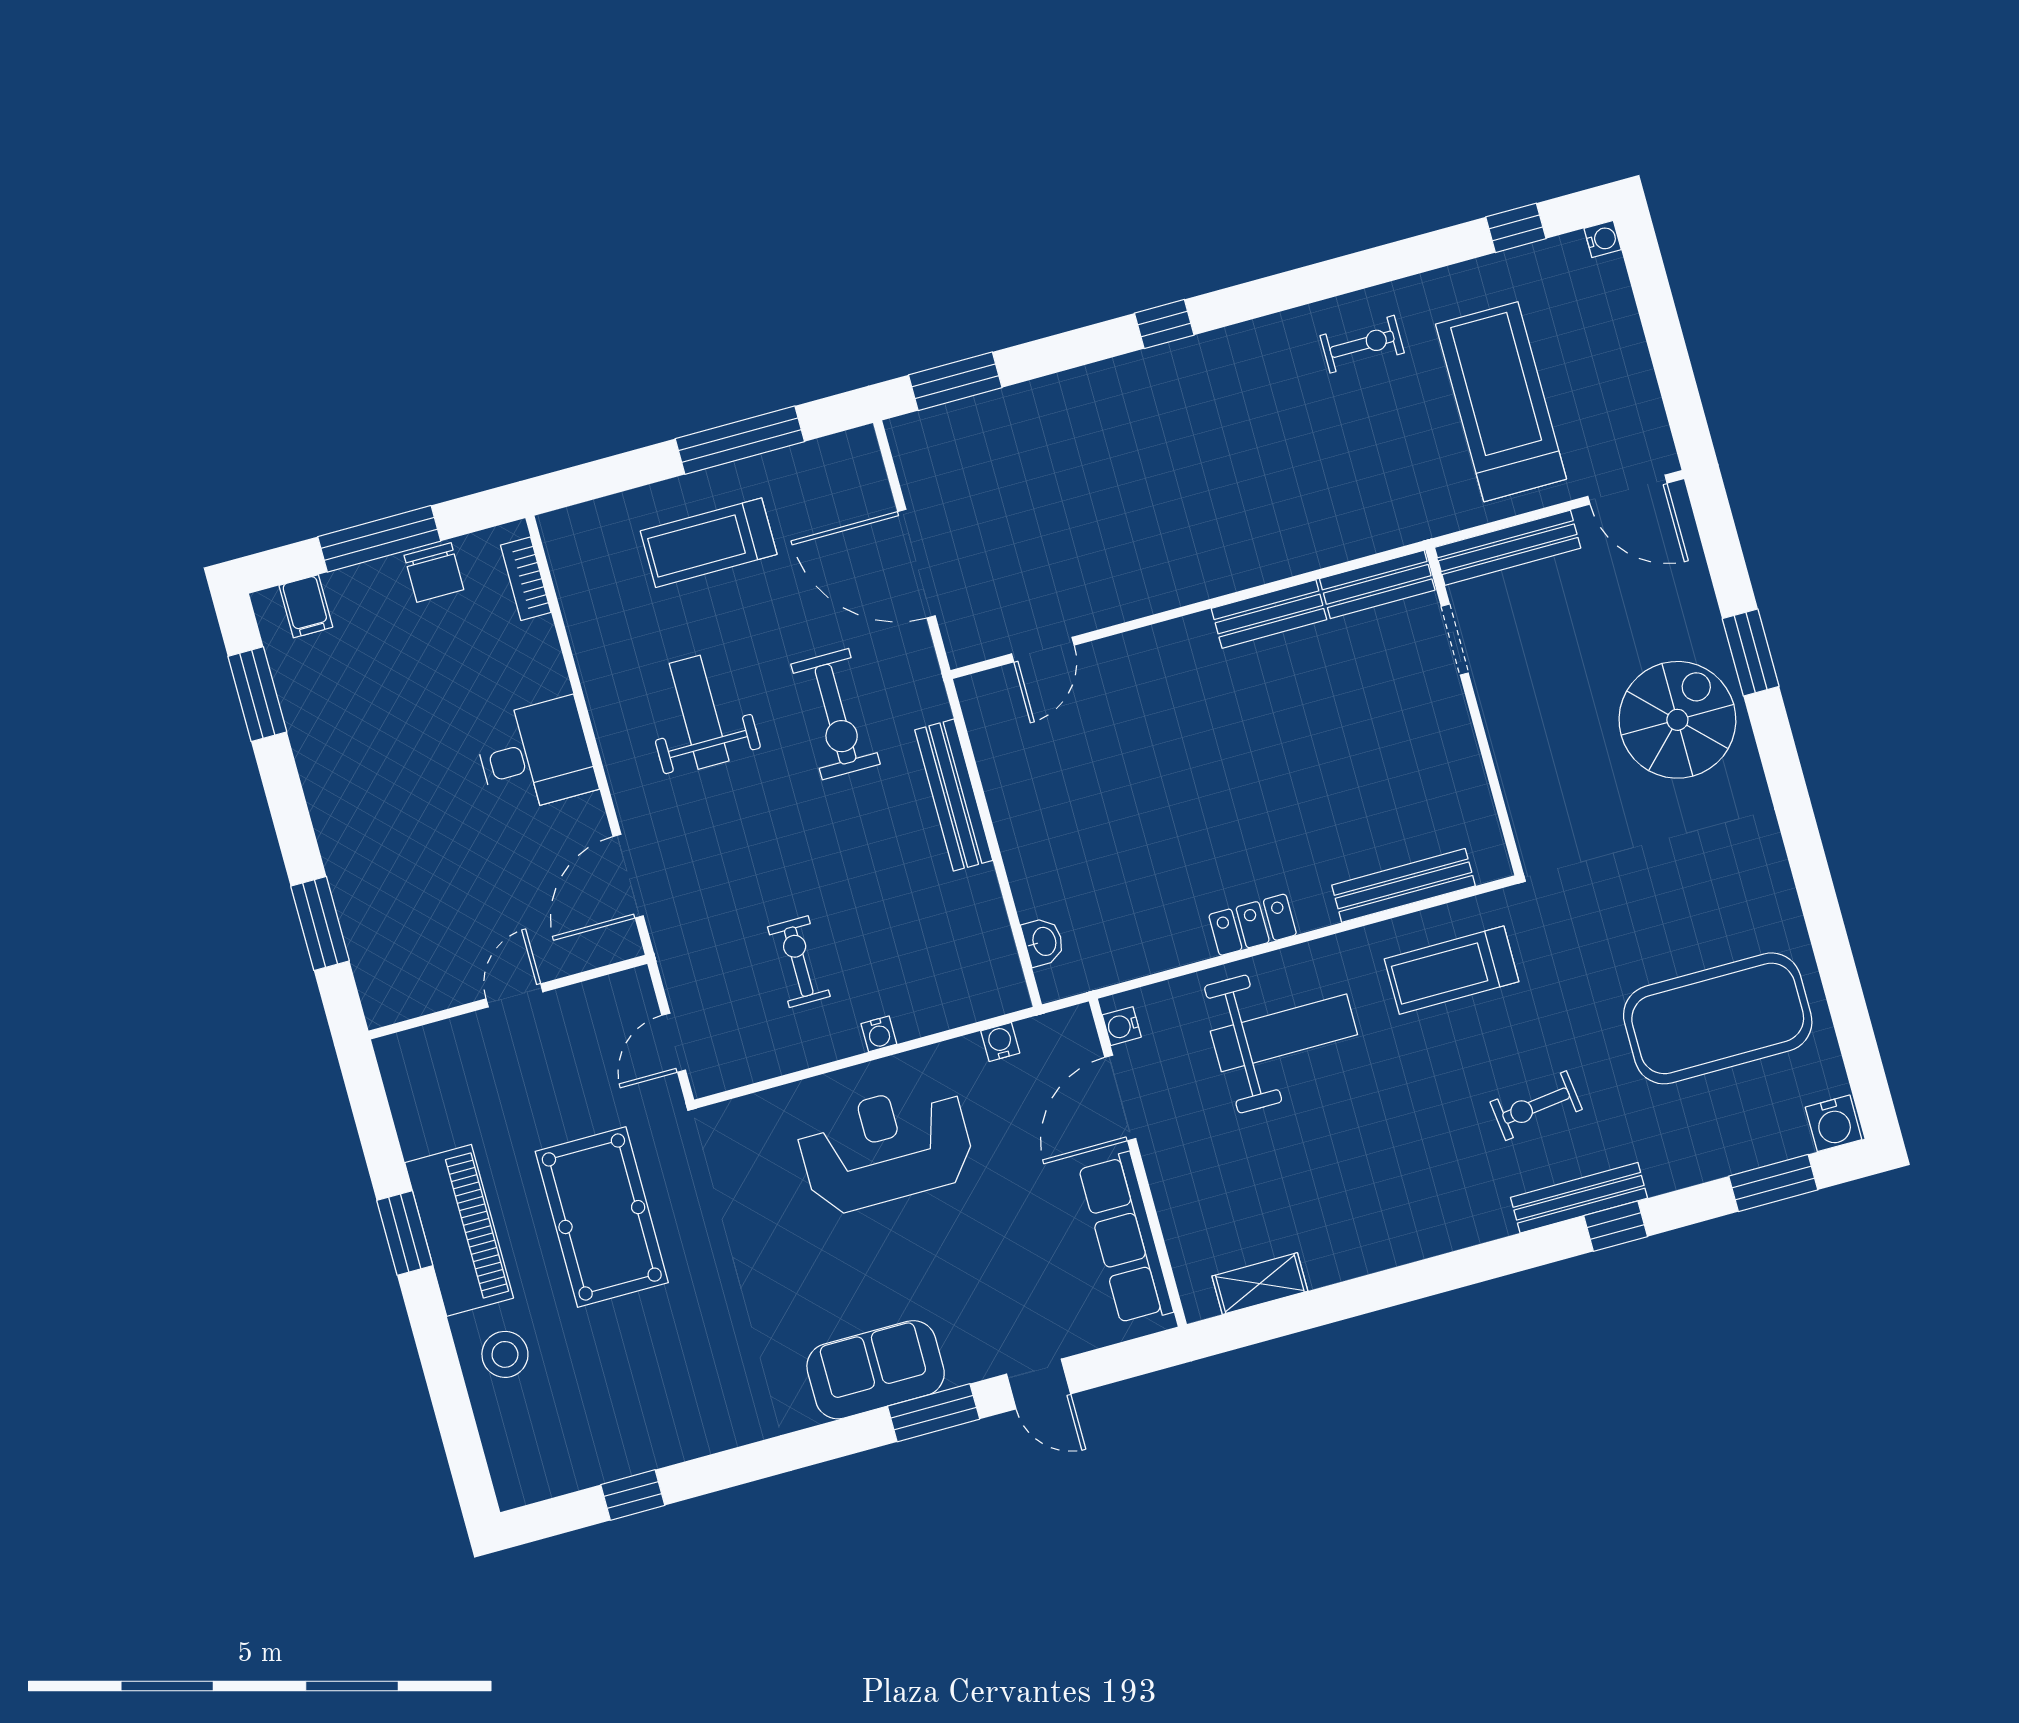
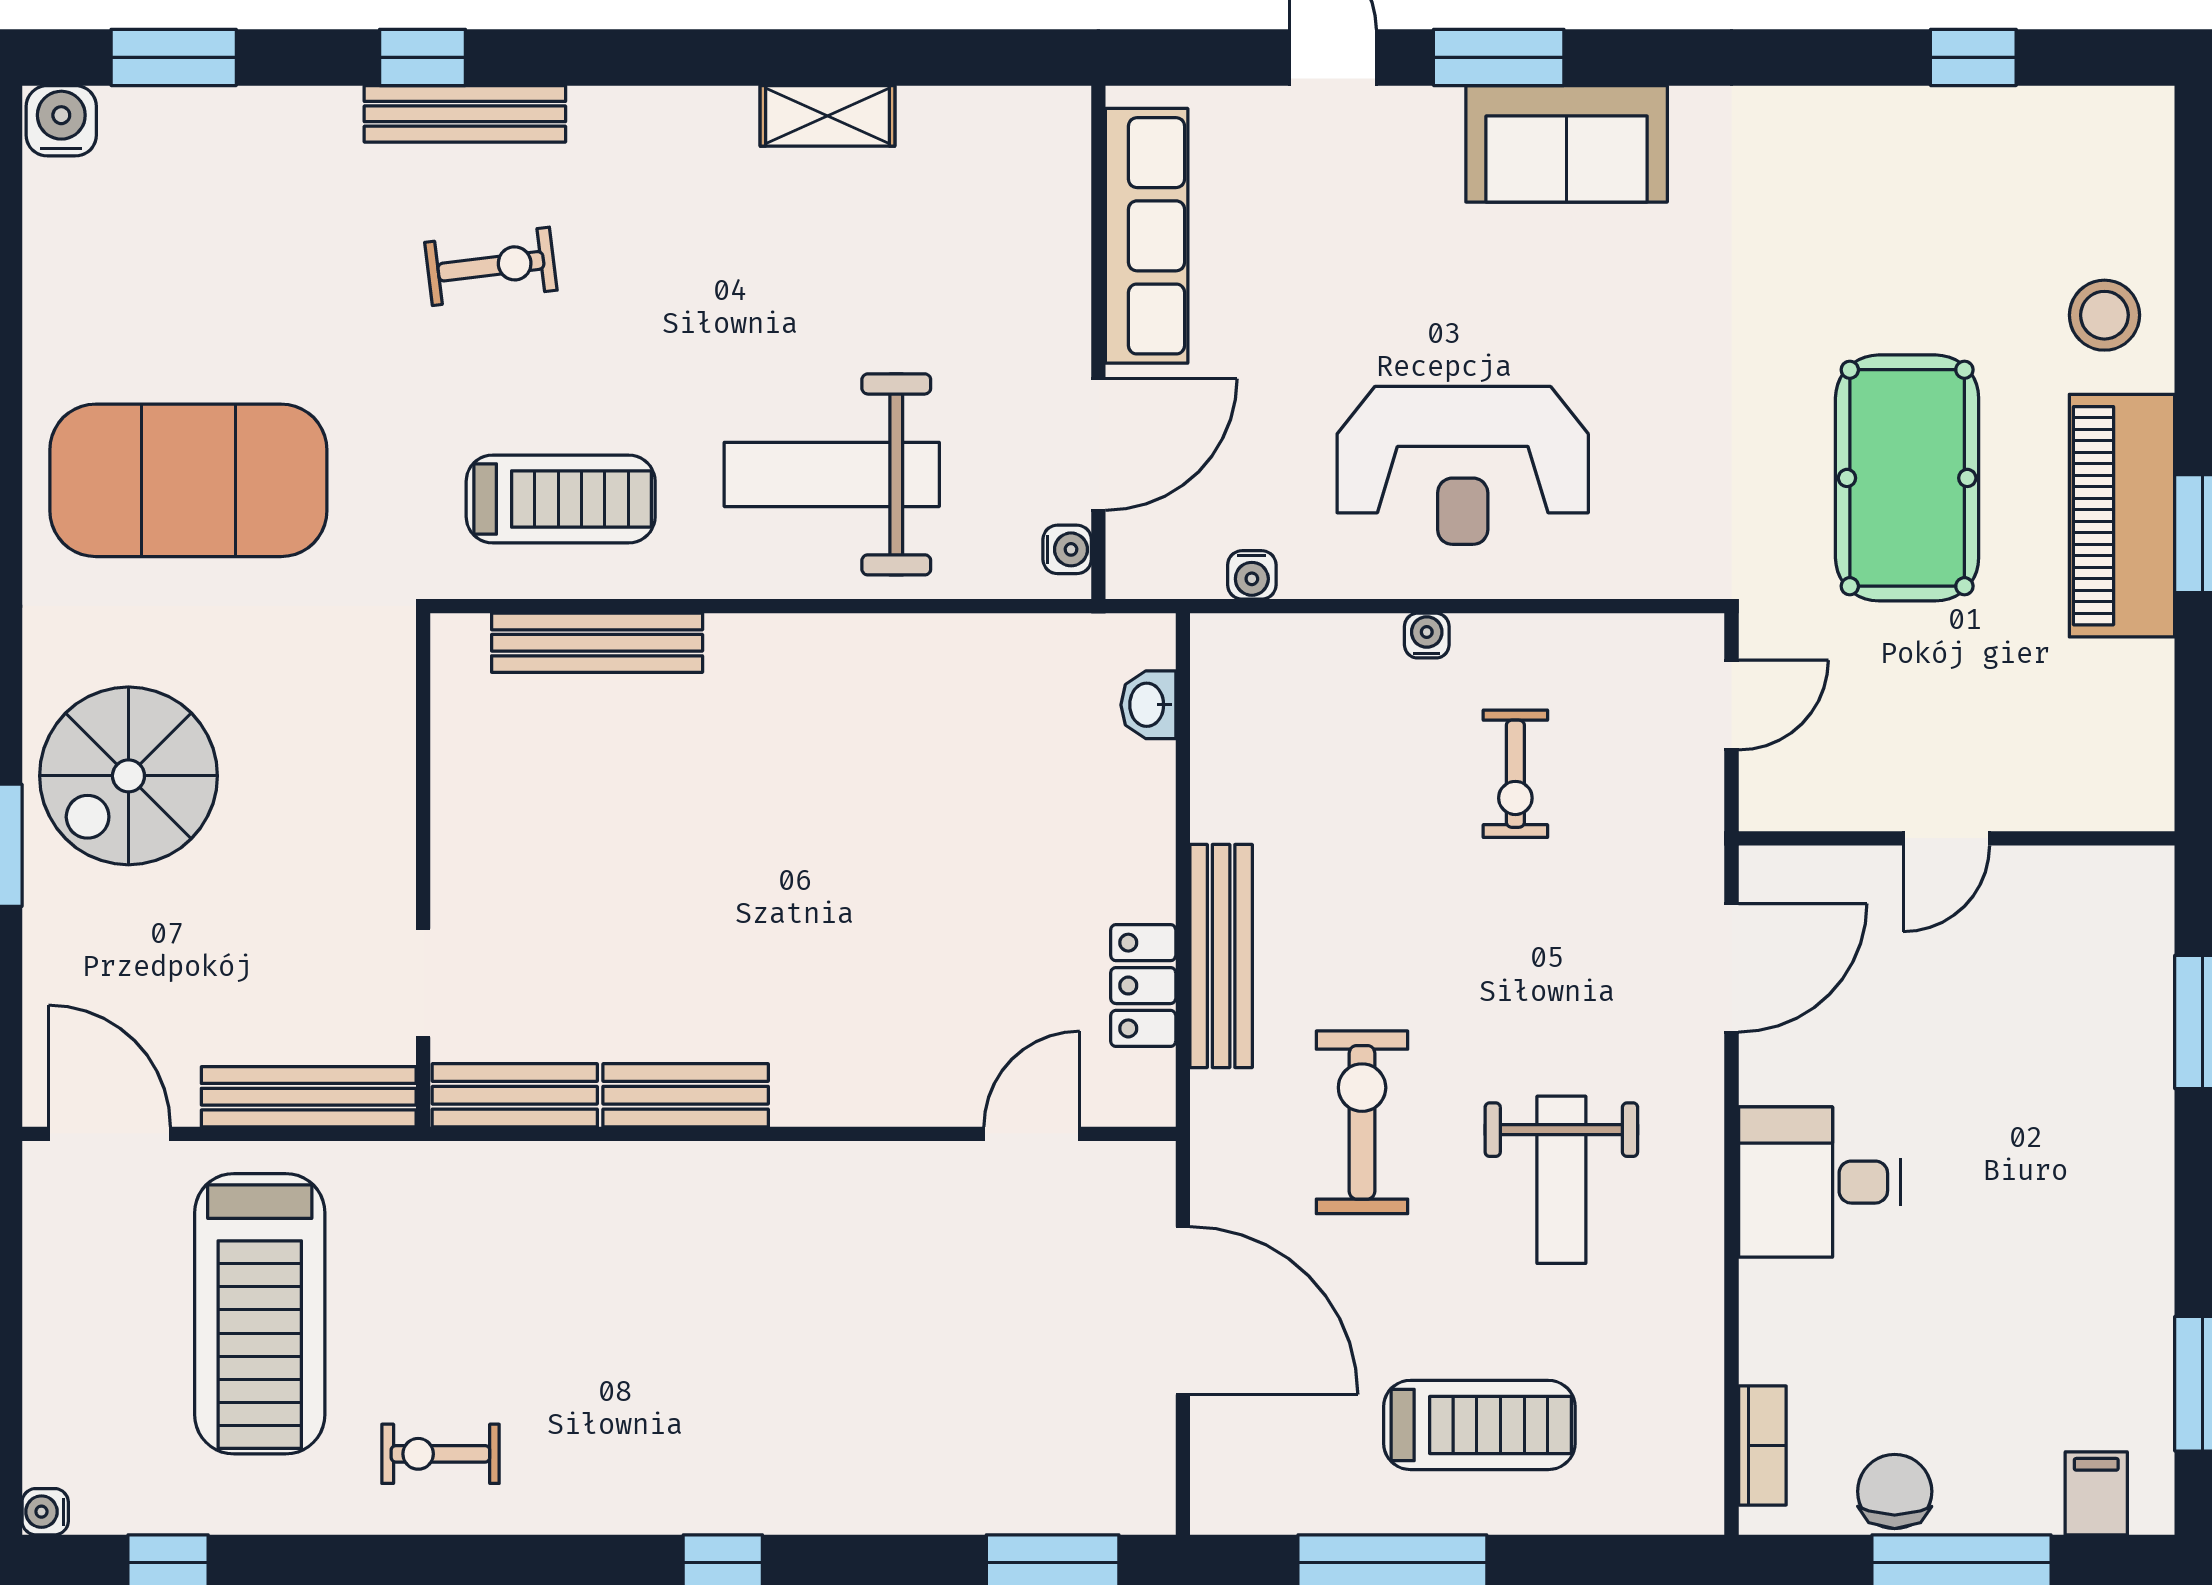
locker: (1253, 925) -> (1143, 986), moved, turned 90
exercise mat: (1718, 1018) -> (188, 480), moved
shelving: (1260, 1284) -> (827, 116), moved

